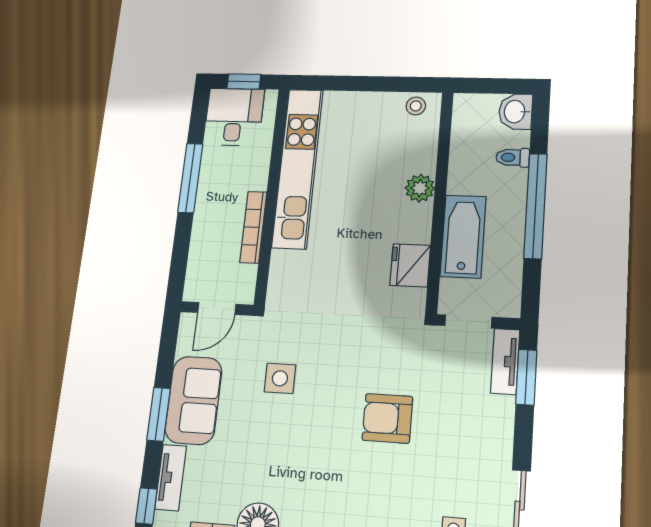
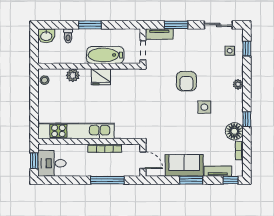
window: (190, 178) -> (107, 180), moved
plant: (420, 188) -> (73, 75), moved
window: (536, 206) -> (90, 25), width x0.47
fridge: (410, 265) -> (101, 77), moved
window: (526, 377) -> (176, 25), moved
side table: (280, 378) -> (204, 107), moved

